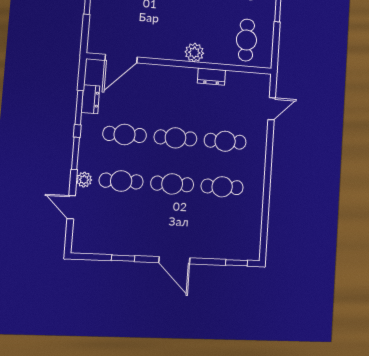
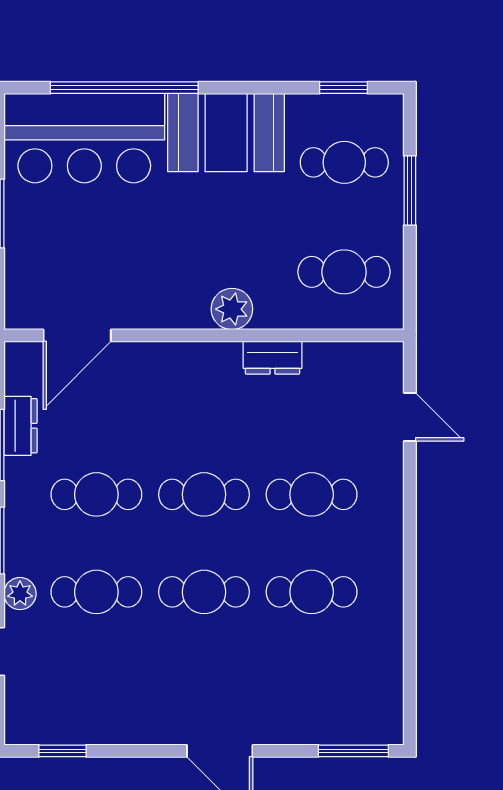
cafe table: (246, 40) -> (344, 272), turned 90
door: (272, 109) -> (410, 417), hinge flipped
window: (123, 258) -> (62, 751), moved
window: (237, 263) -> (353, 751), width x1.50

